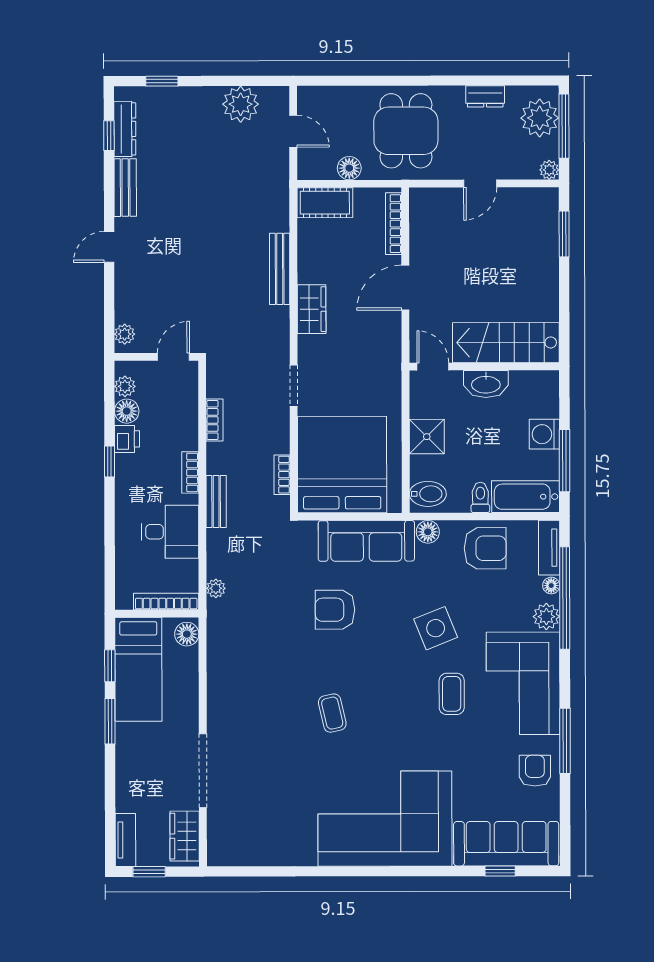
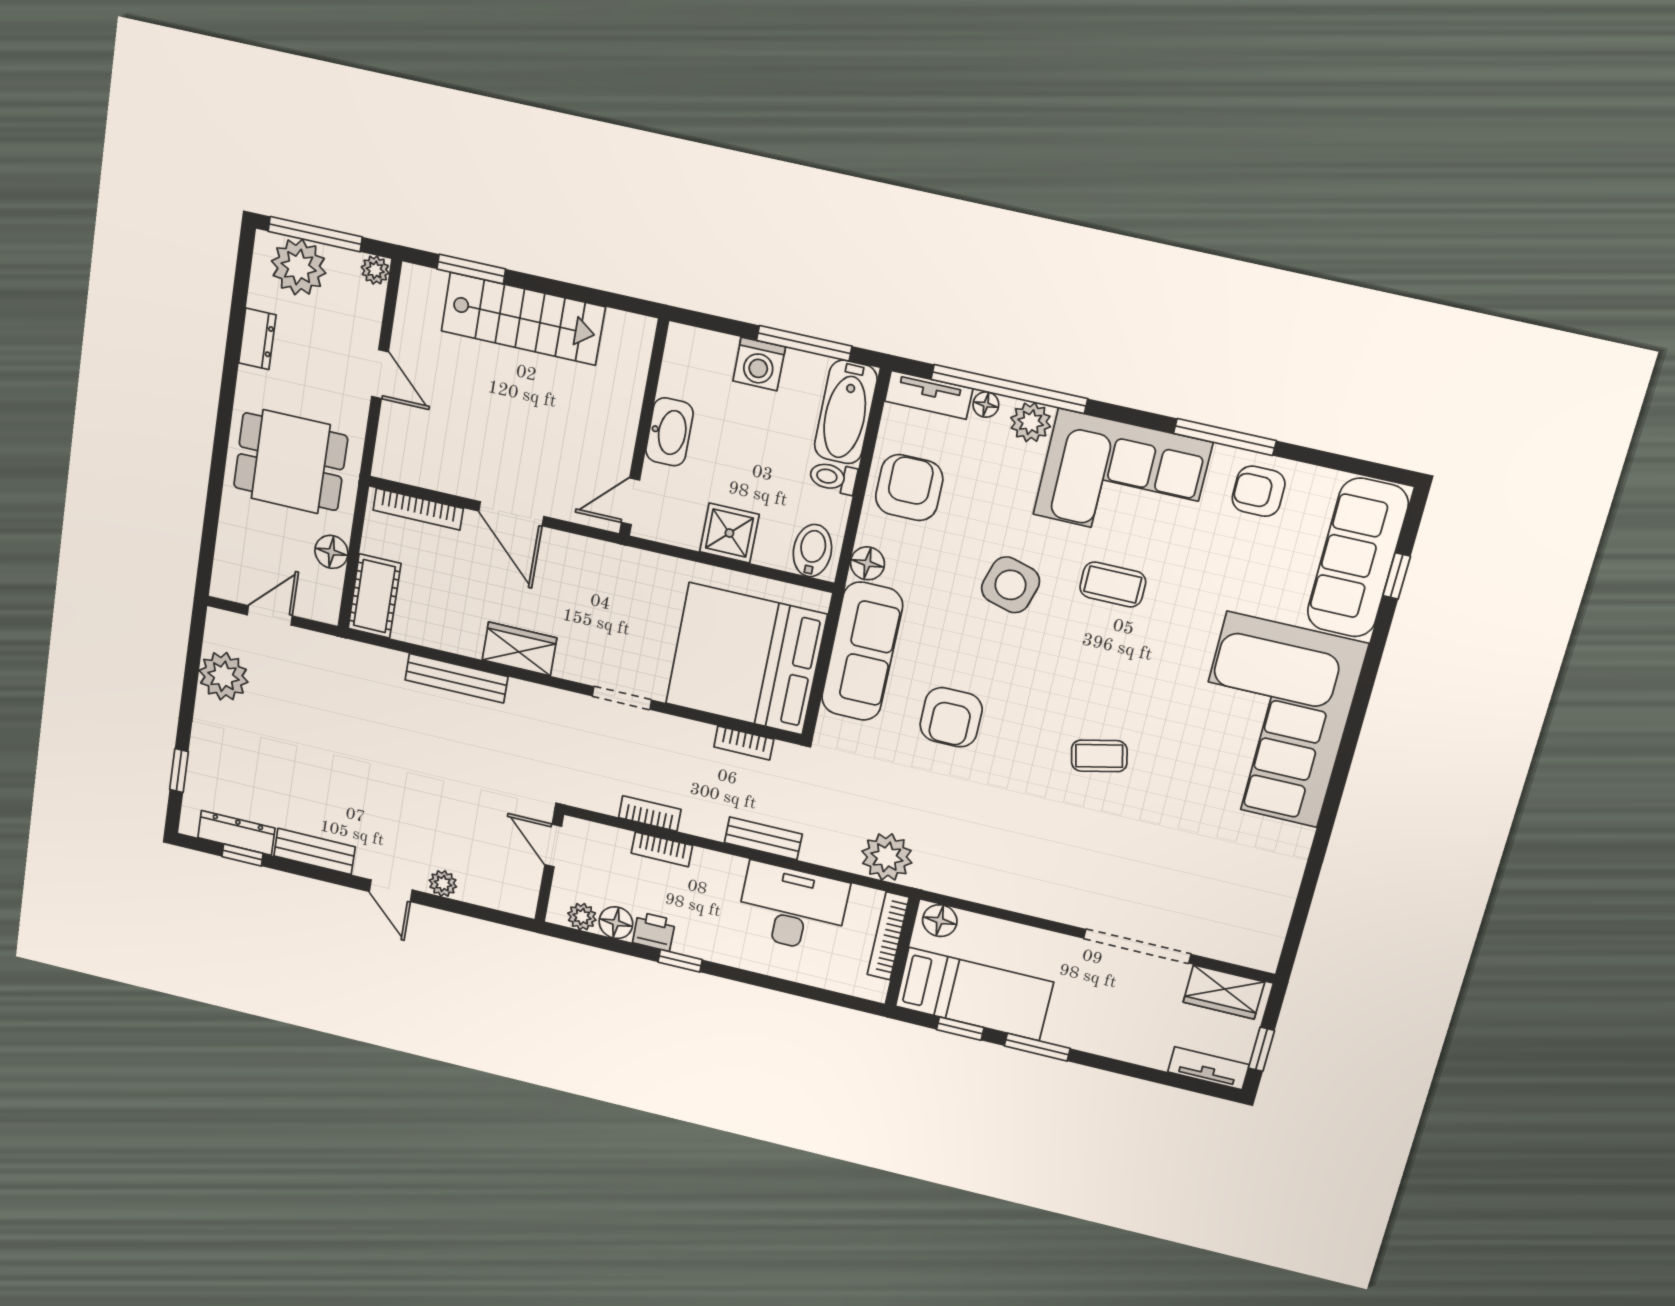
plant: (125, 334) -> (443, 883), moved
stairs: (506, 343) -> (523, 319), moved, turned -90
bookcase: (190, 472) -> (662, 849), moved
desk: (170, 532) -> (793, 908), width x1.37
plant: (216, 588) -> (887, 857), width x1.88, depth x1.88
side table: (436, 628) -> (1011, 585), turned 38

